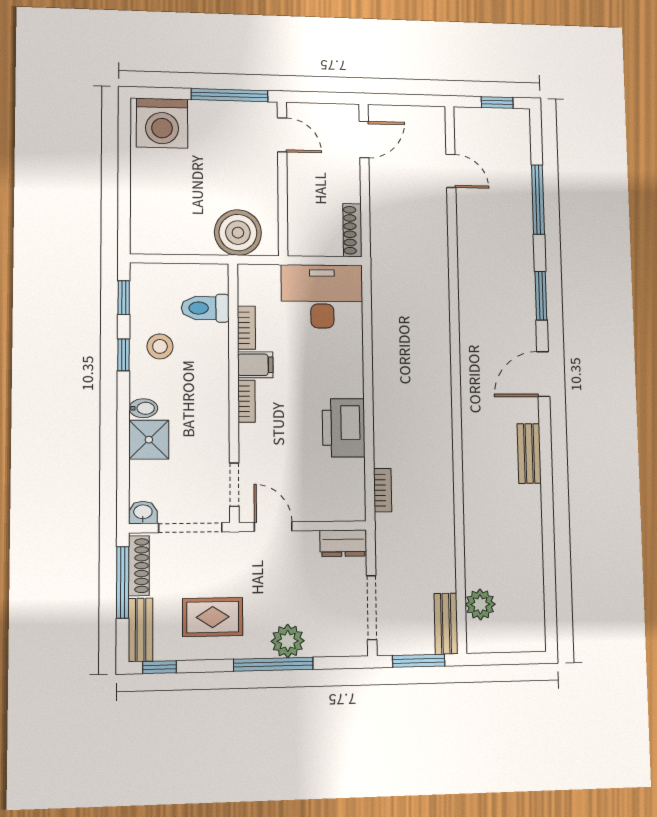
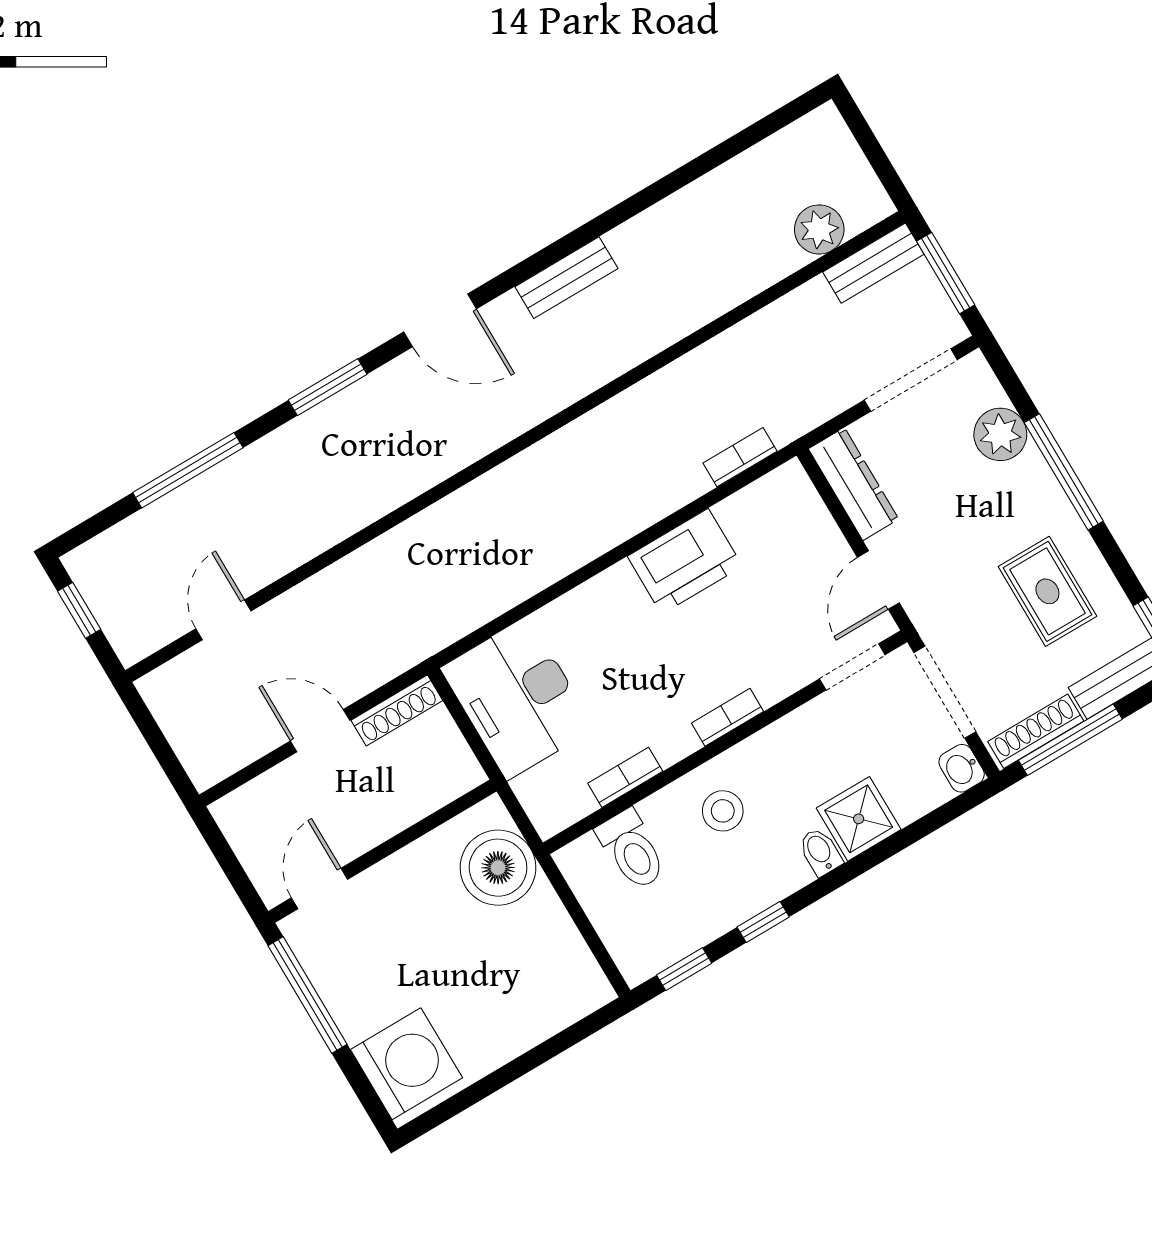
door: (364, 140) -> (320, 731), moved
stool: (160, 346) -> (723, 811), moved
filing cabinet: (255, 365) -> (670, 735), removed
dresser: (343, 543) -> (854, 484), width x1.44
plant: (288, 641) -> (1000, 434), moved

